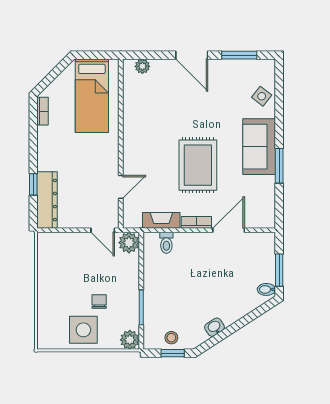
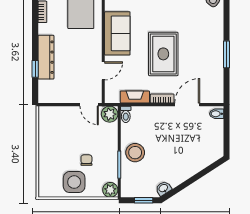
sofa: (259, 147) -> (117, 33), moved, turned 180
dresser: (47, 200) -> (46, 57), moved
toilet: (166, 243) -> (126, 114), moved
window: (279, 270) -> (227, 136), removed
bidet: (266, 289) -> (217, 114), moved
washbasin: (215, 327) -> (163, 188), moved
stool: (171, 338) -> (135, 153), moved, width x1.89, depth x1.89

